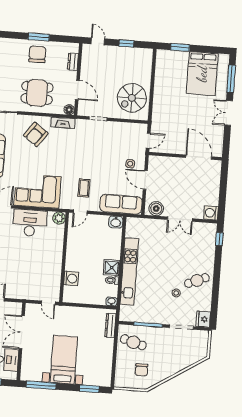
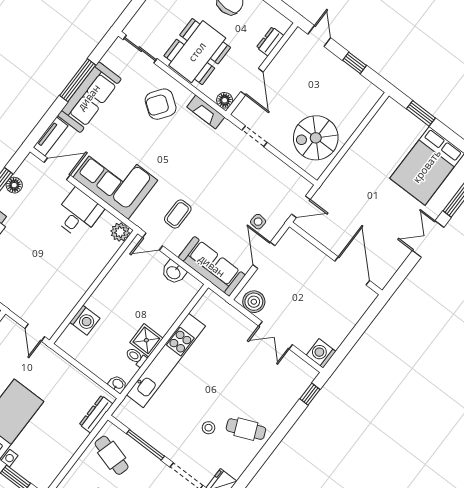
dining table: (37, 93) -> (197, 52), width x1.38
washbasin: (116, 222) -> (174, 272), moved
desk: (30, 223) -> (78, 213), width x0.73

